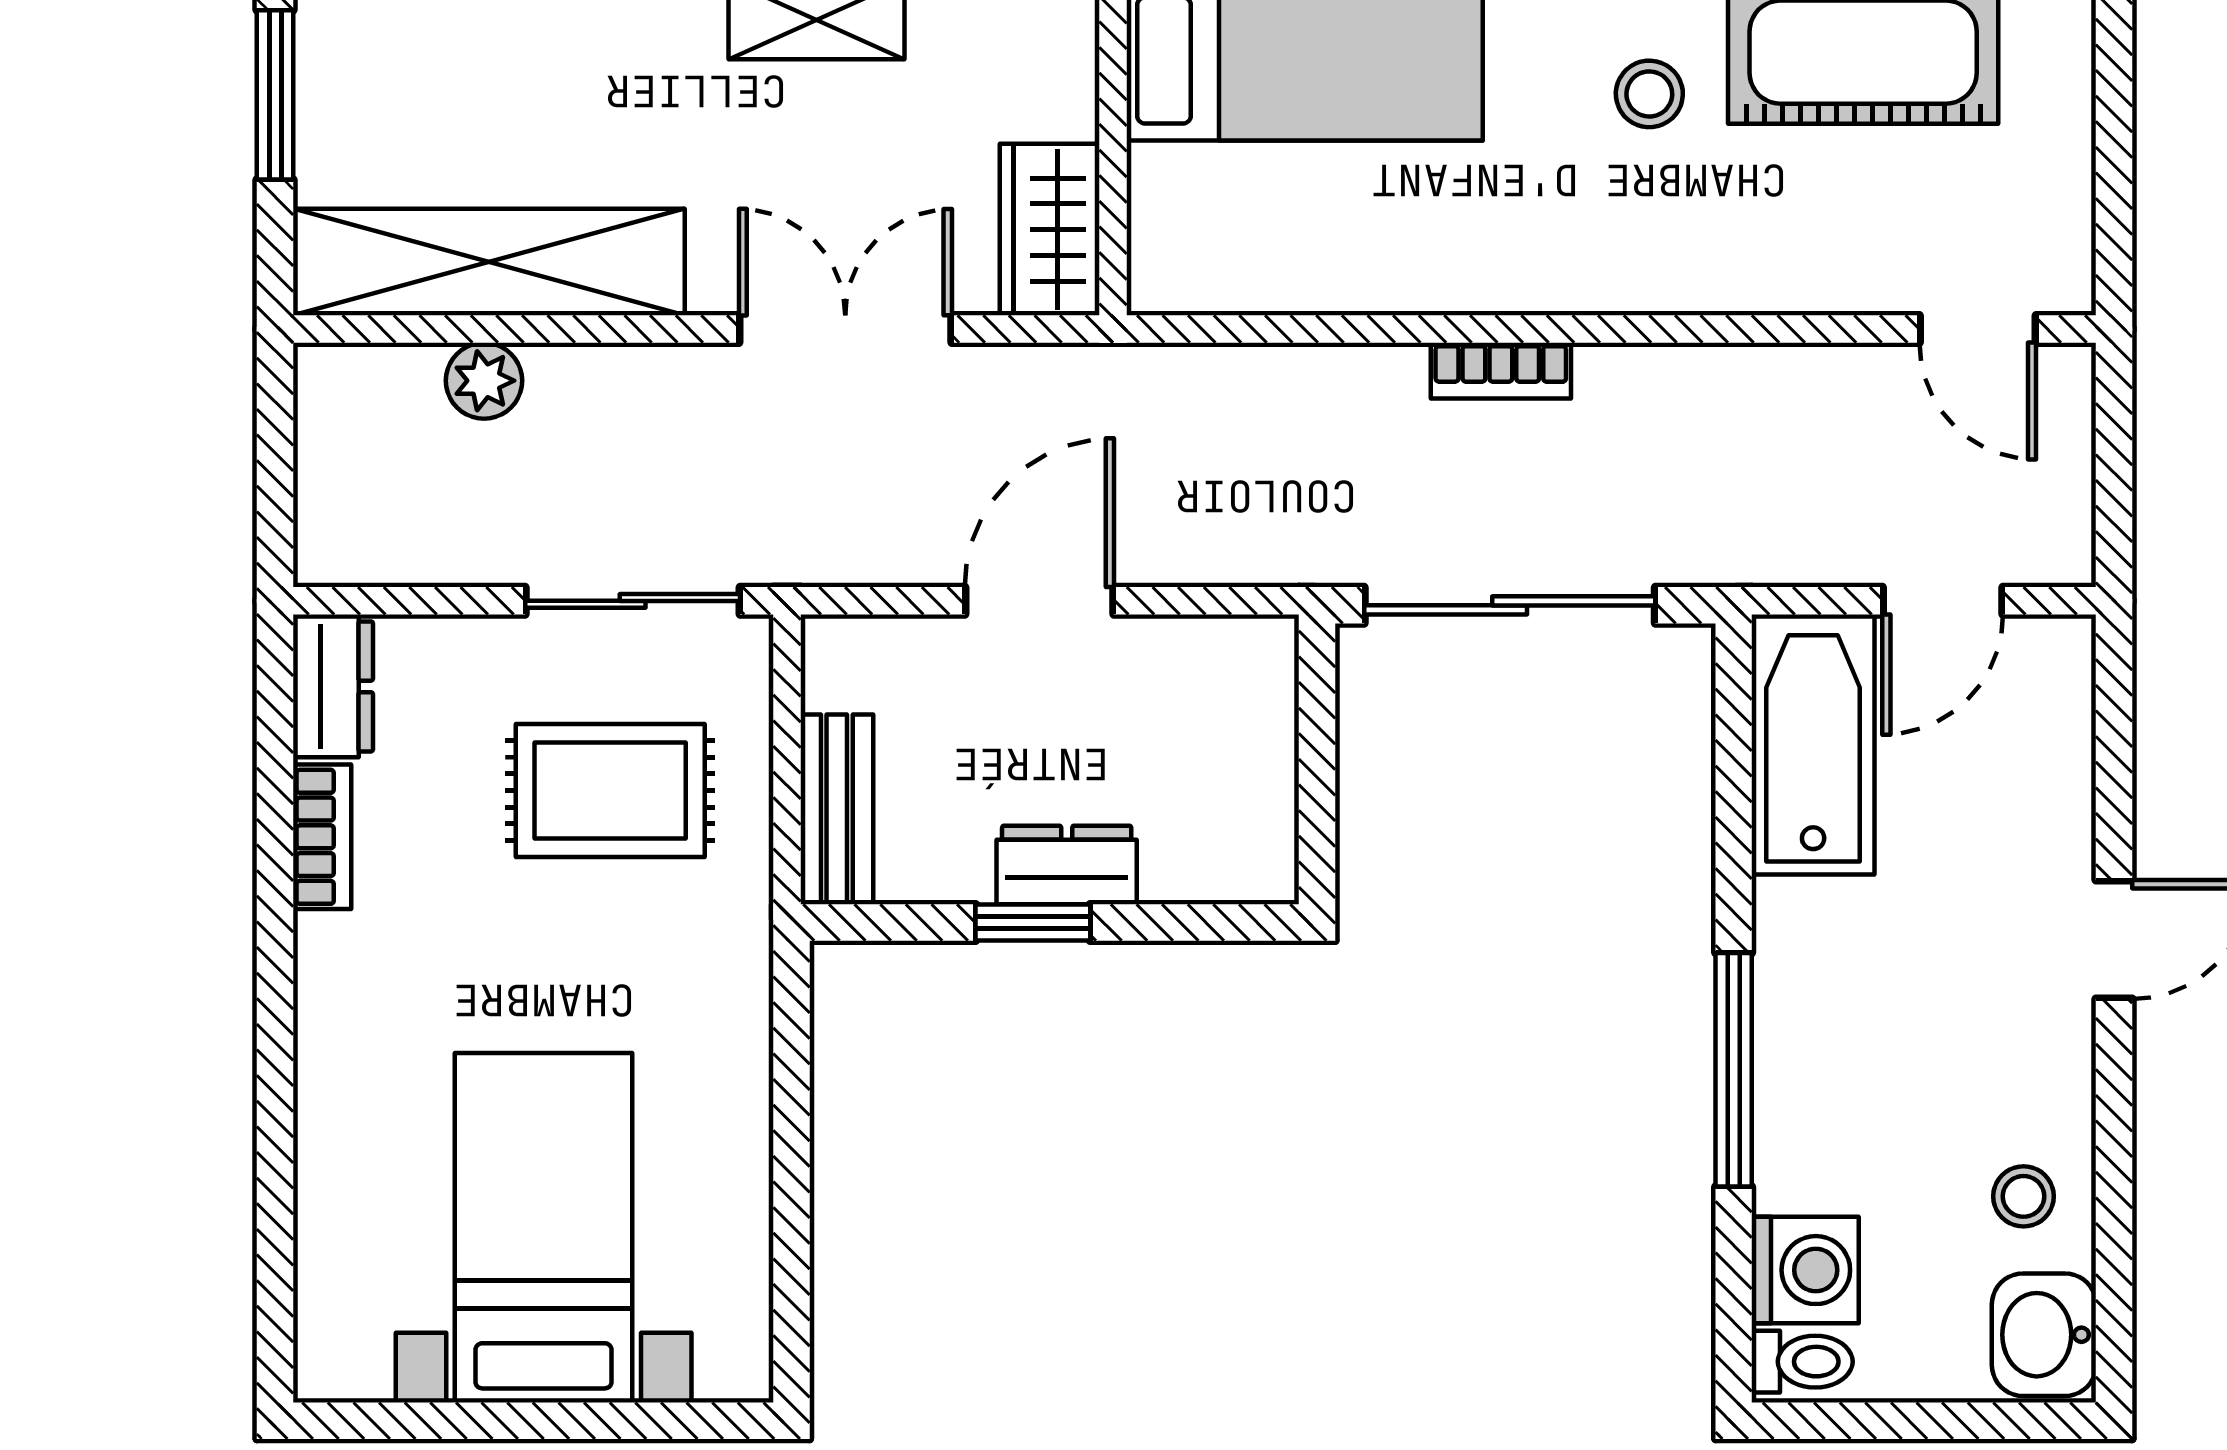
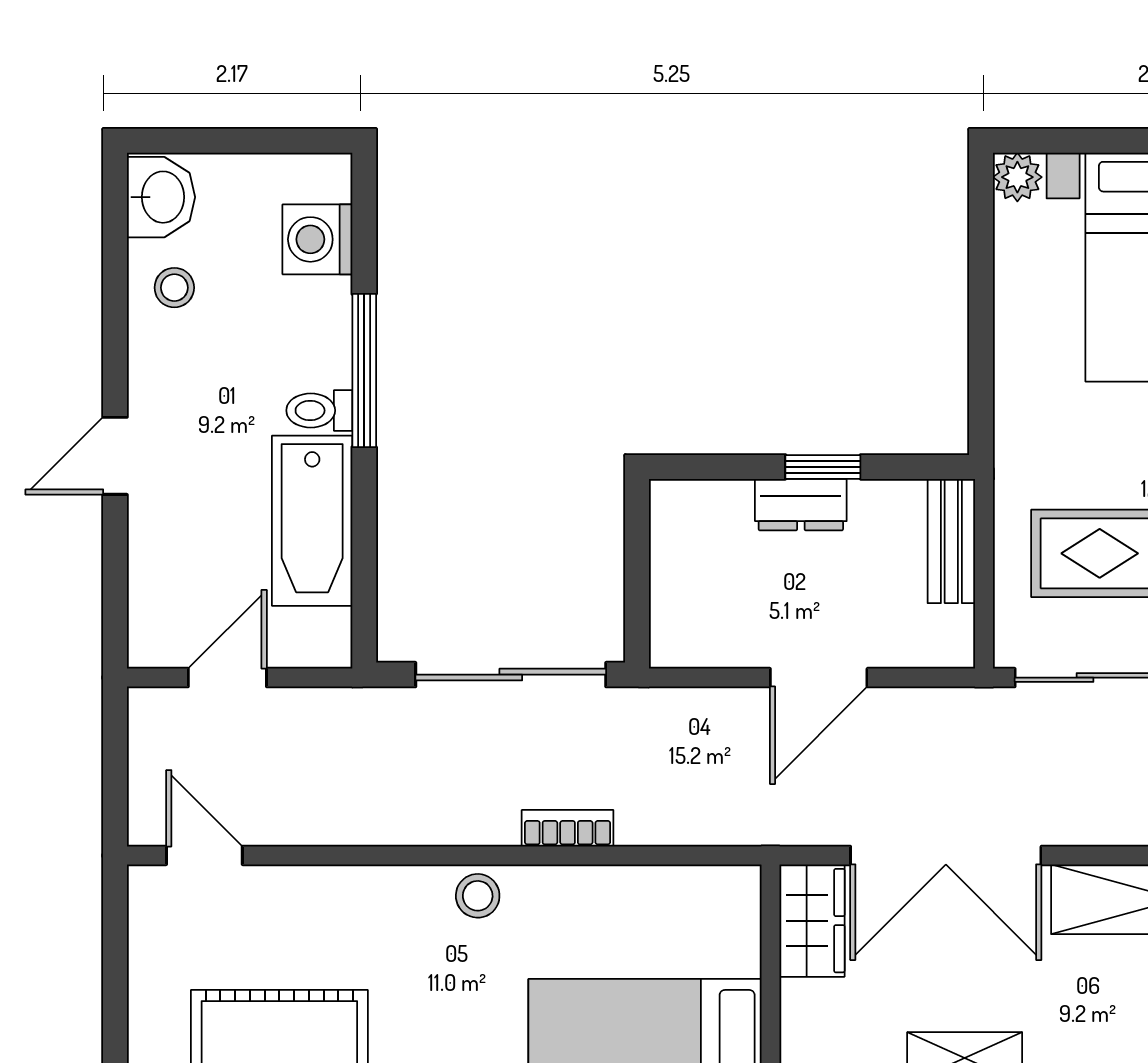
stool: (1649, 94) -> (478, 896), moved
double door: (845, 329) -> (946, 855), width x1.37
bookcase: (1501, 371) -> (568, 828), moved
bathtub: (1813, 745) -> (312, 521), moved
toilet: (1802, 1362) -> (319, 410), moved
plant: (736, 1365) -> (1017, 177), added

